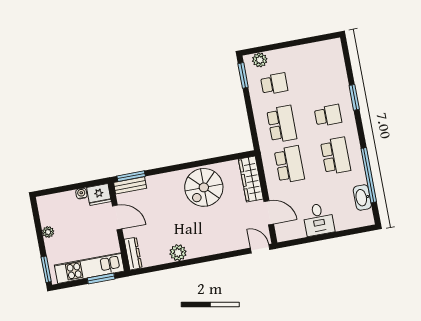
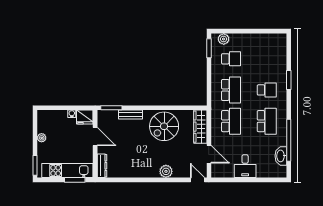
bench: (130, 185) -> (130, 114), moved
plant: (178, 253) -> (166, 171), moved

